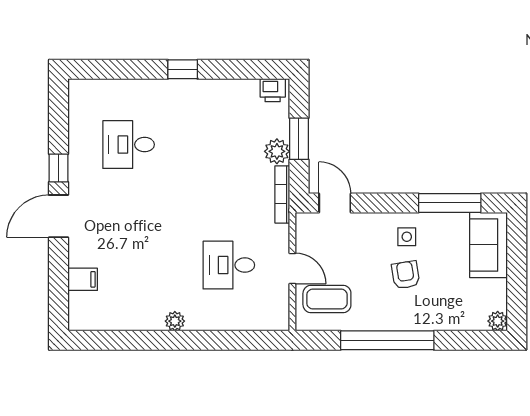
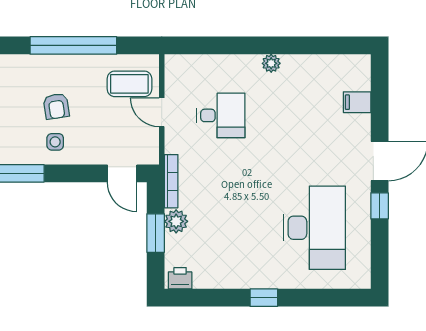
desk: (129, 145) -> (314, 228), width x1.87, depth x1.30

